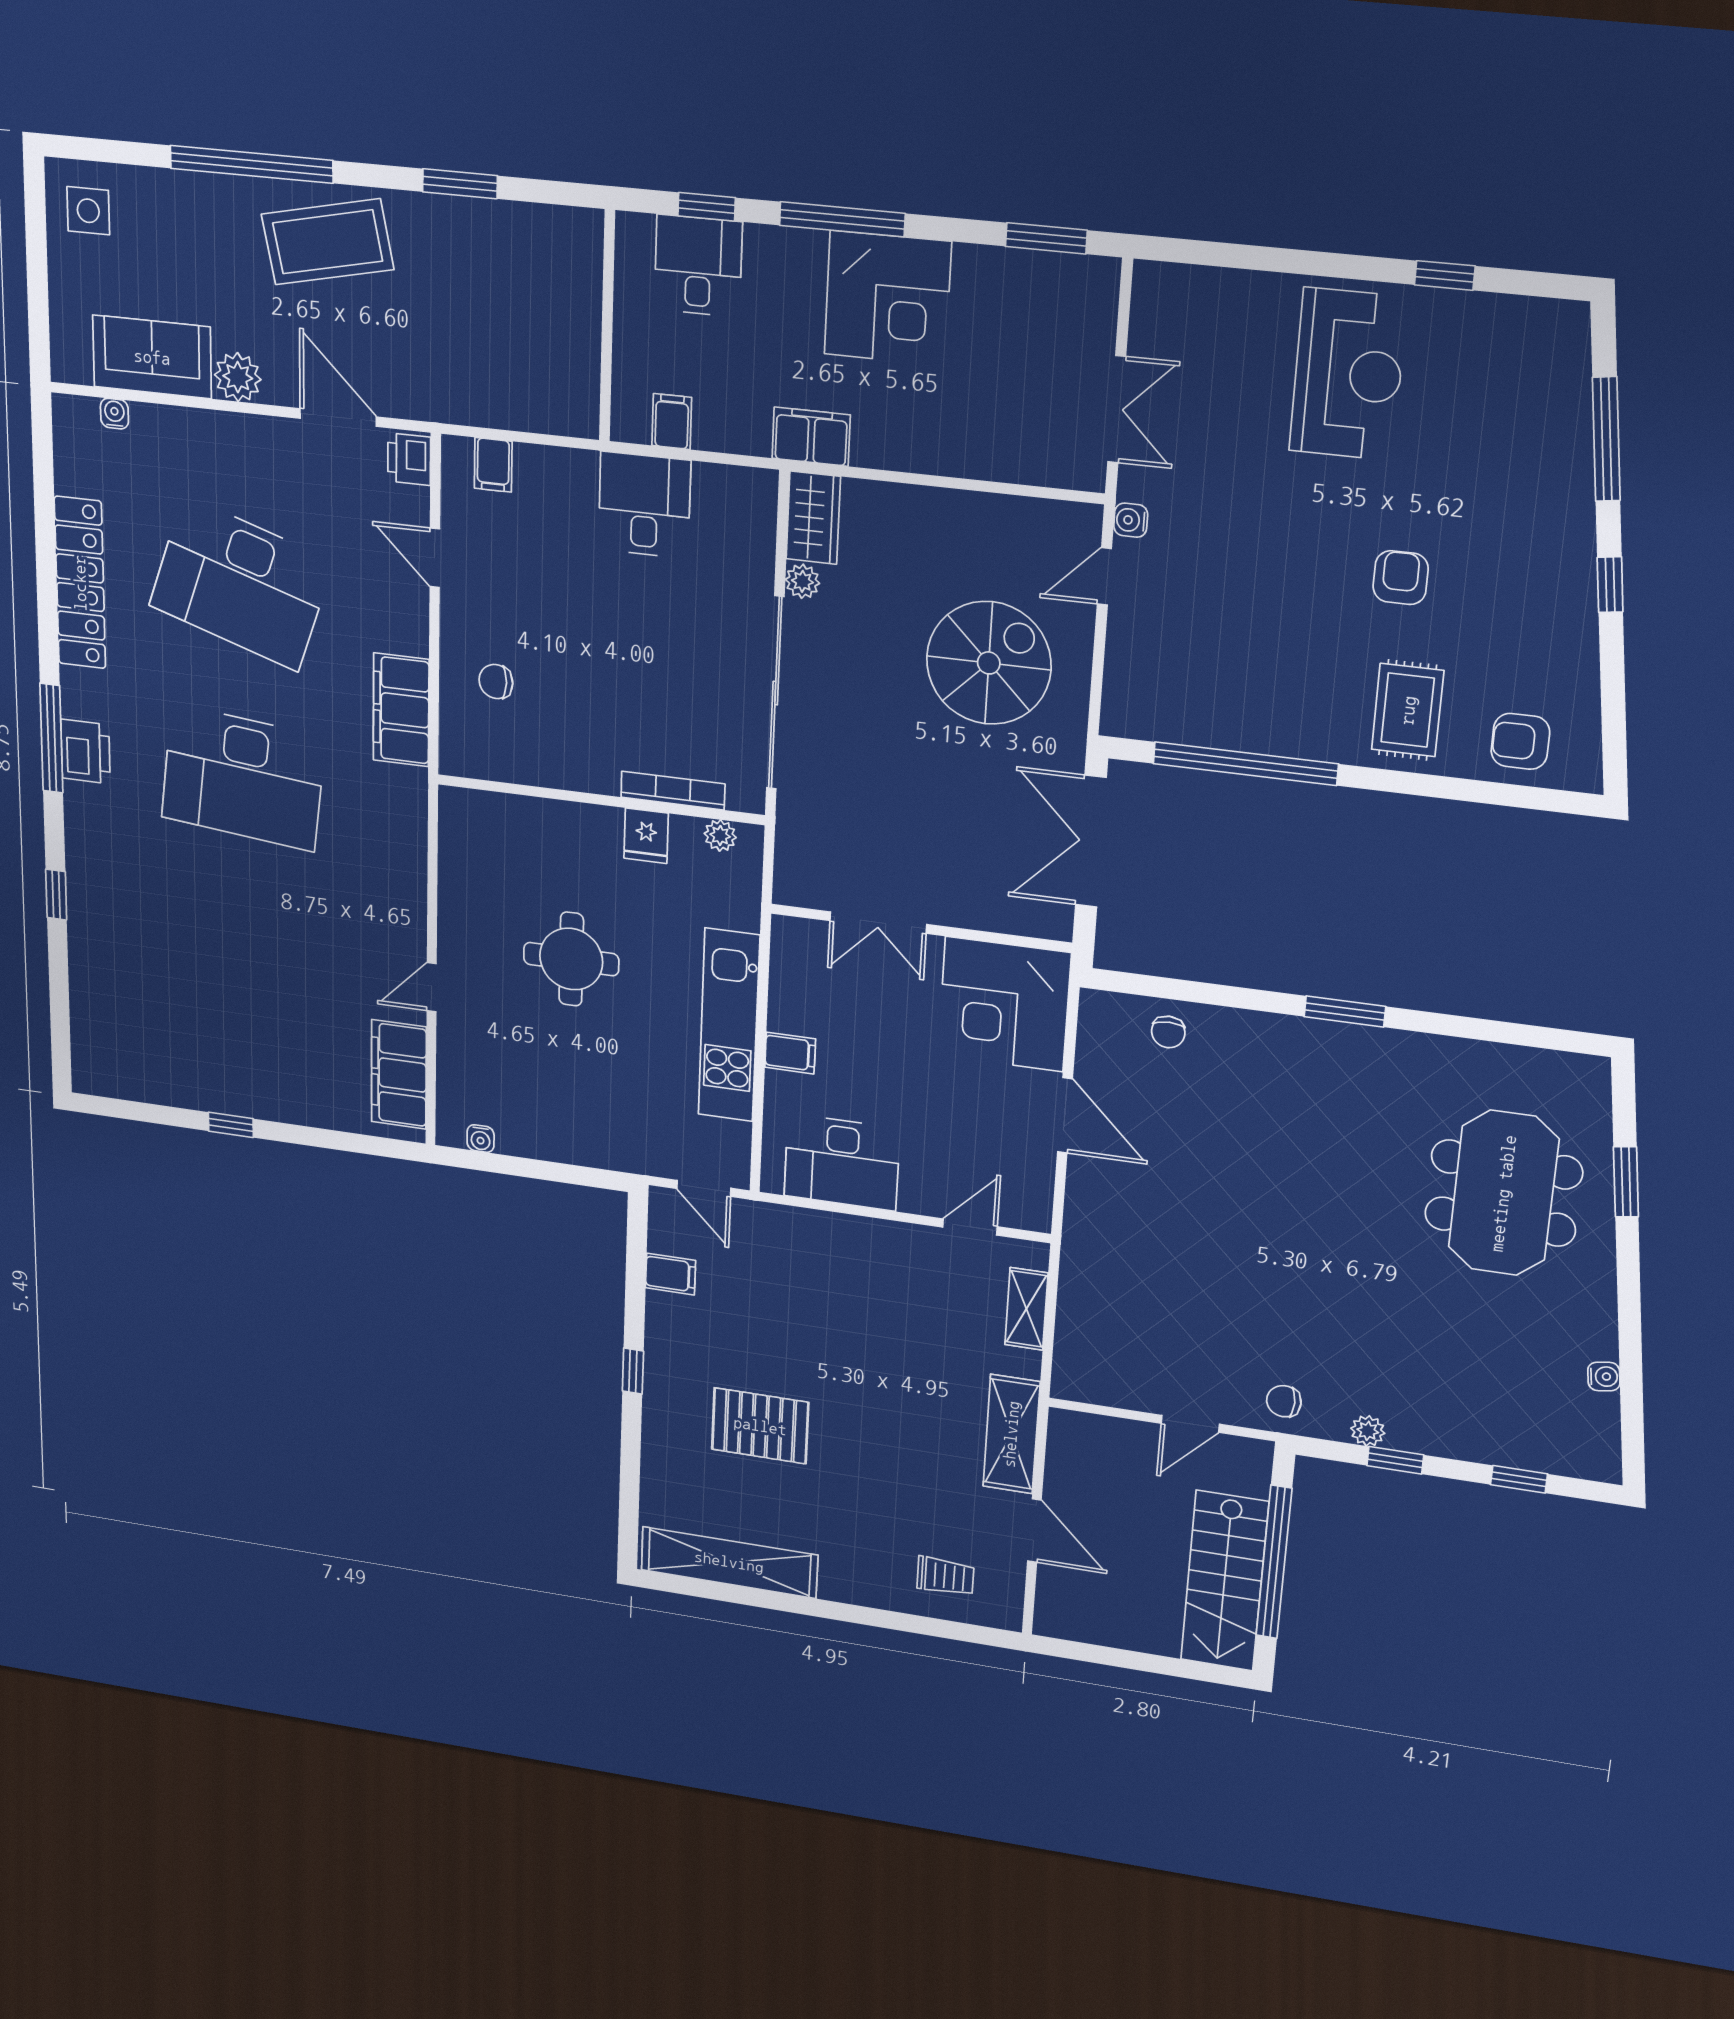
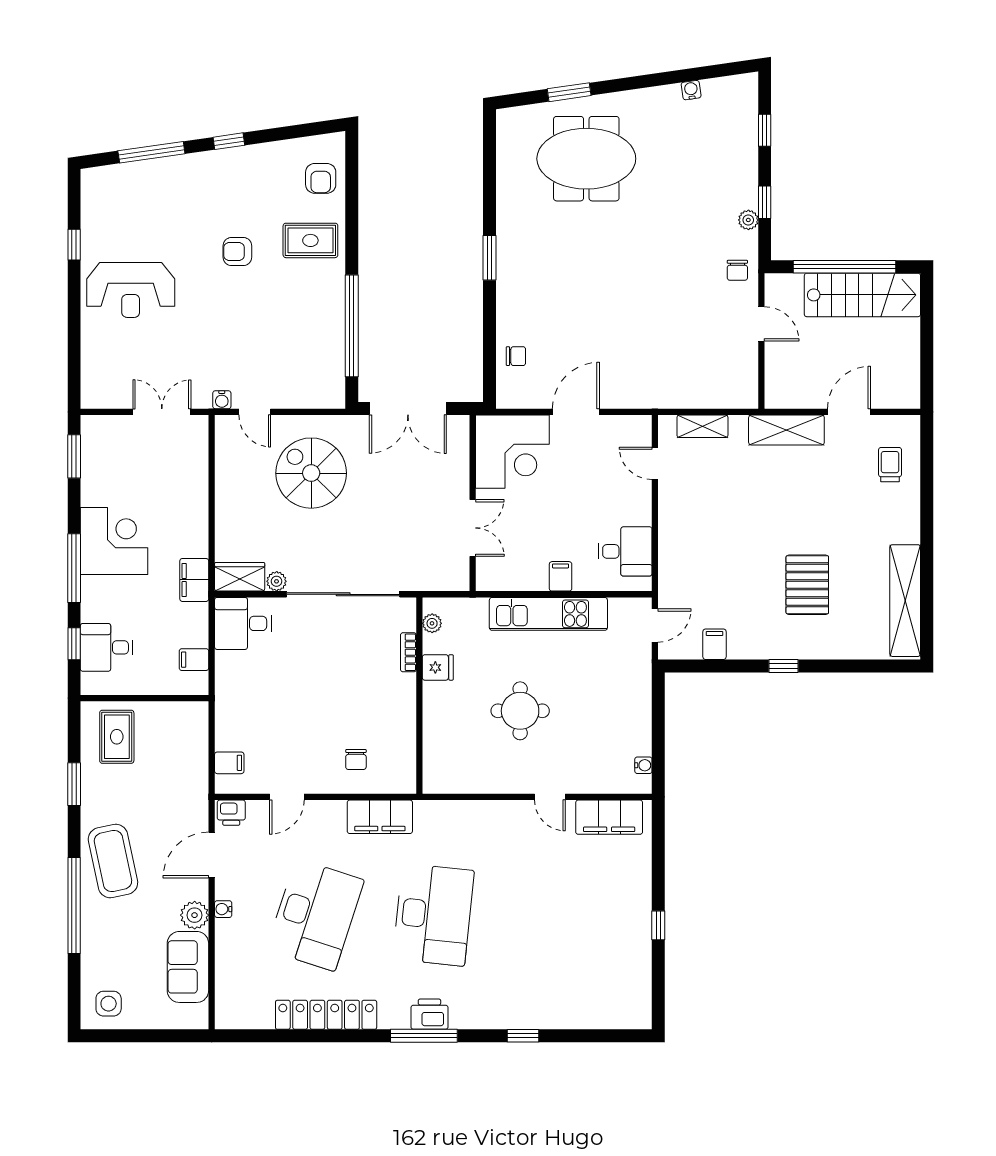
rug: (541, 269) -> (117, 737), added
reception desk: (1348, 374) -> (131, 290), turned 180
water cooler: (114, 414) -> (223, 909), moved
desk: (644, 505) -> (243, 623), moved
bookcase: (673, 791) -> (408, 652), width x0.64
desk: (842, 1162) -> (625, 551), width x0.73

